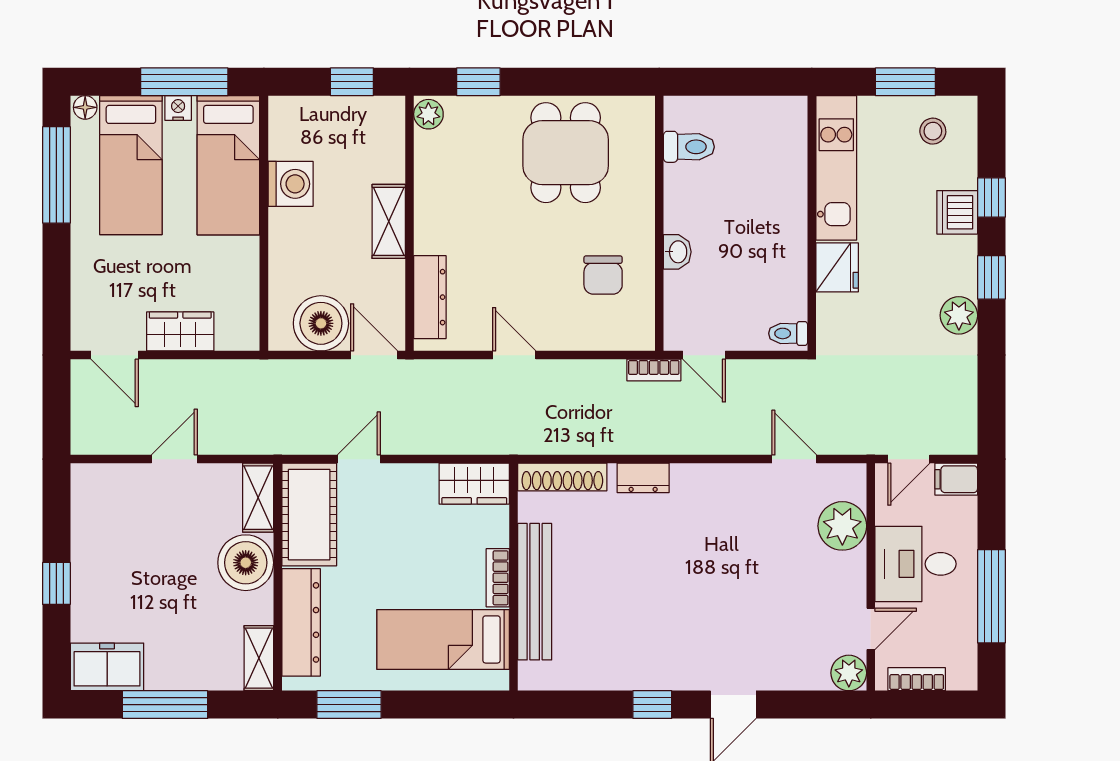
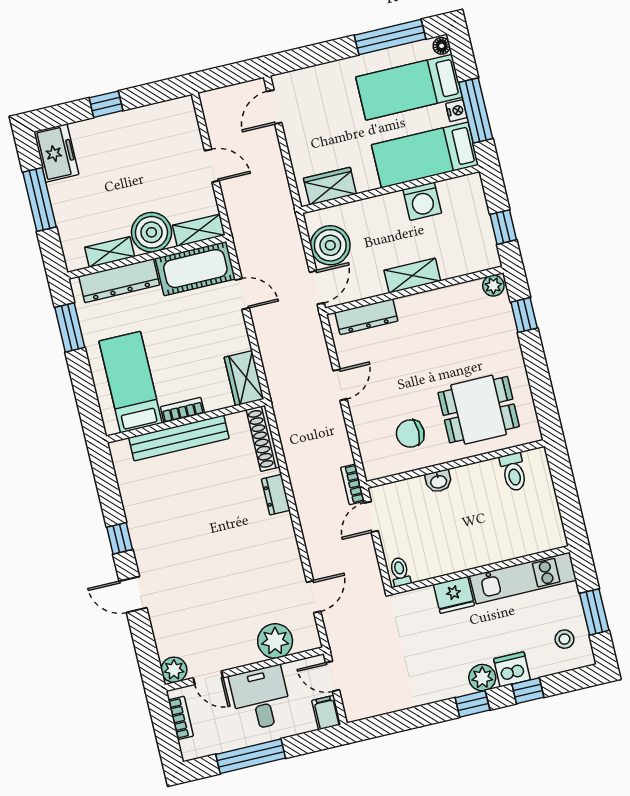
dining table: (566, 153) -> (479, 410), moved
plant: (959, 315) -> (482, 678), moved
wardrobe: (180, 331) -> (330, 186), moved, turned -90
shelving: (259, 658) -> (110, 252), moved

